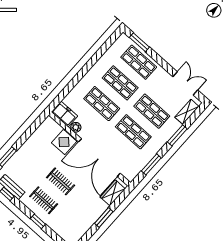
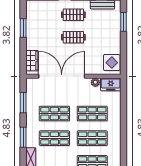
display table: (64, 142) -> (112, 63), moved
window: (104, 217) -> (23, 28), moved

